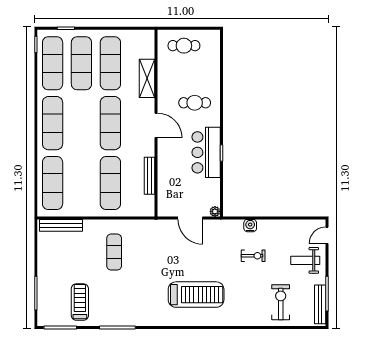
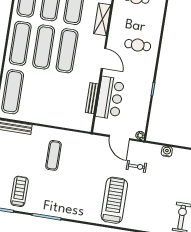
bar counter: (206, 152) -> (110, 98), moved, turned 180
exercise mat: (110, 183) -> (44, 47), moved
exercise bike: (253, 256) -> (136, 166), moved
treadmill: (196, 295) -> (114, 200), turned -90

